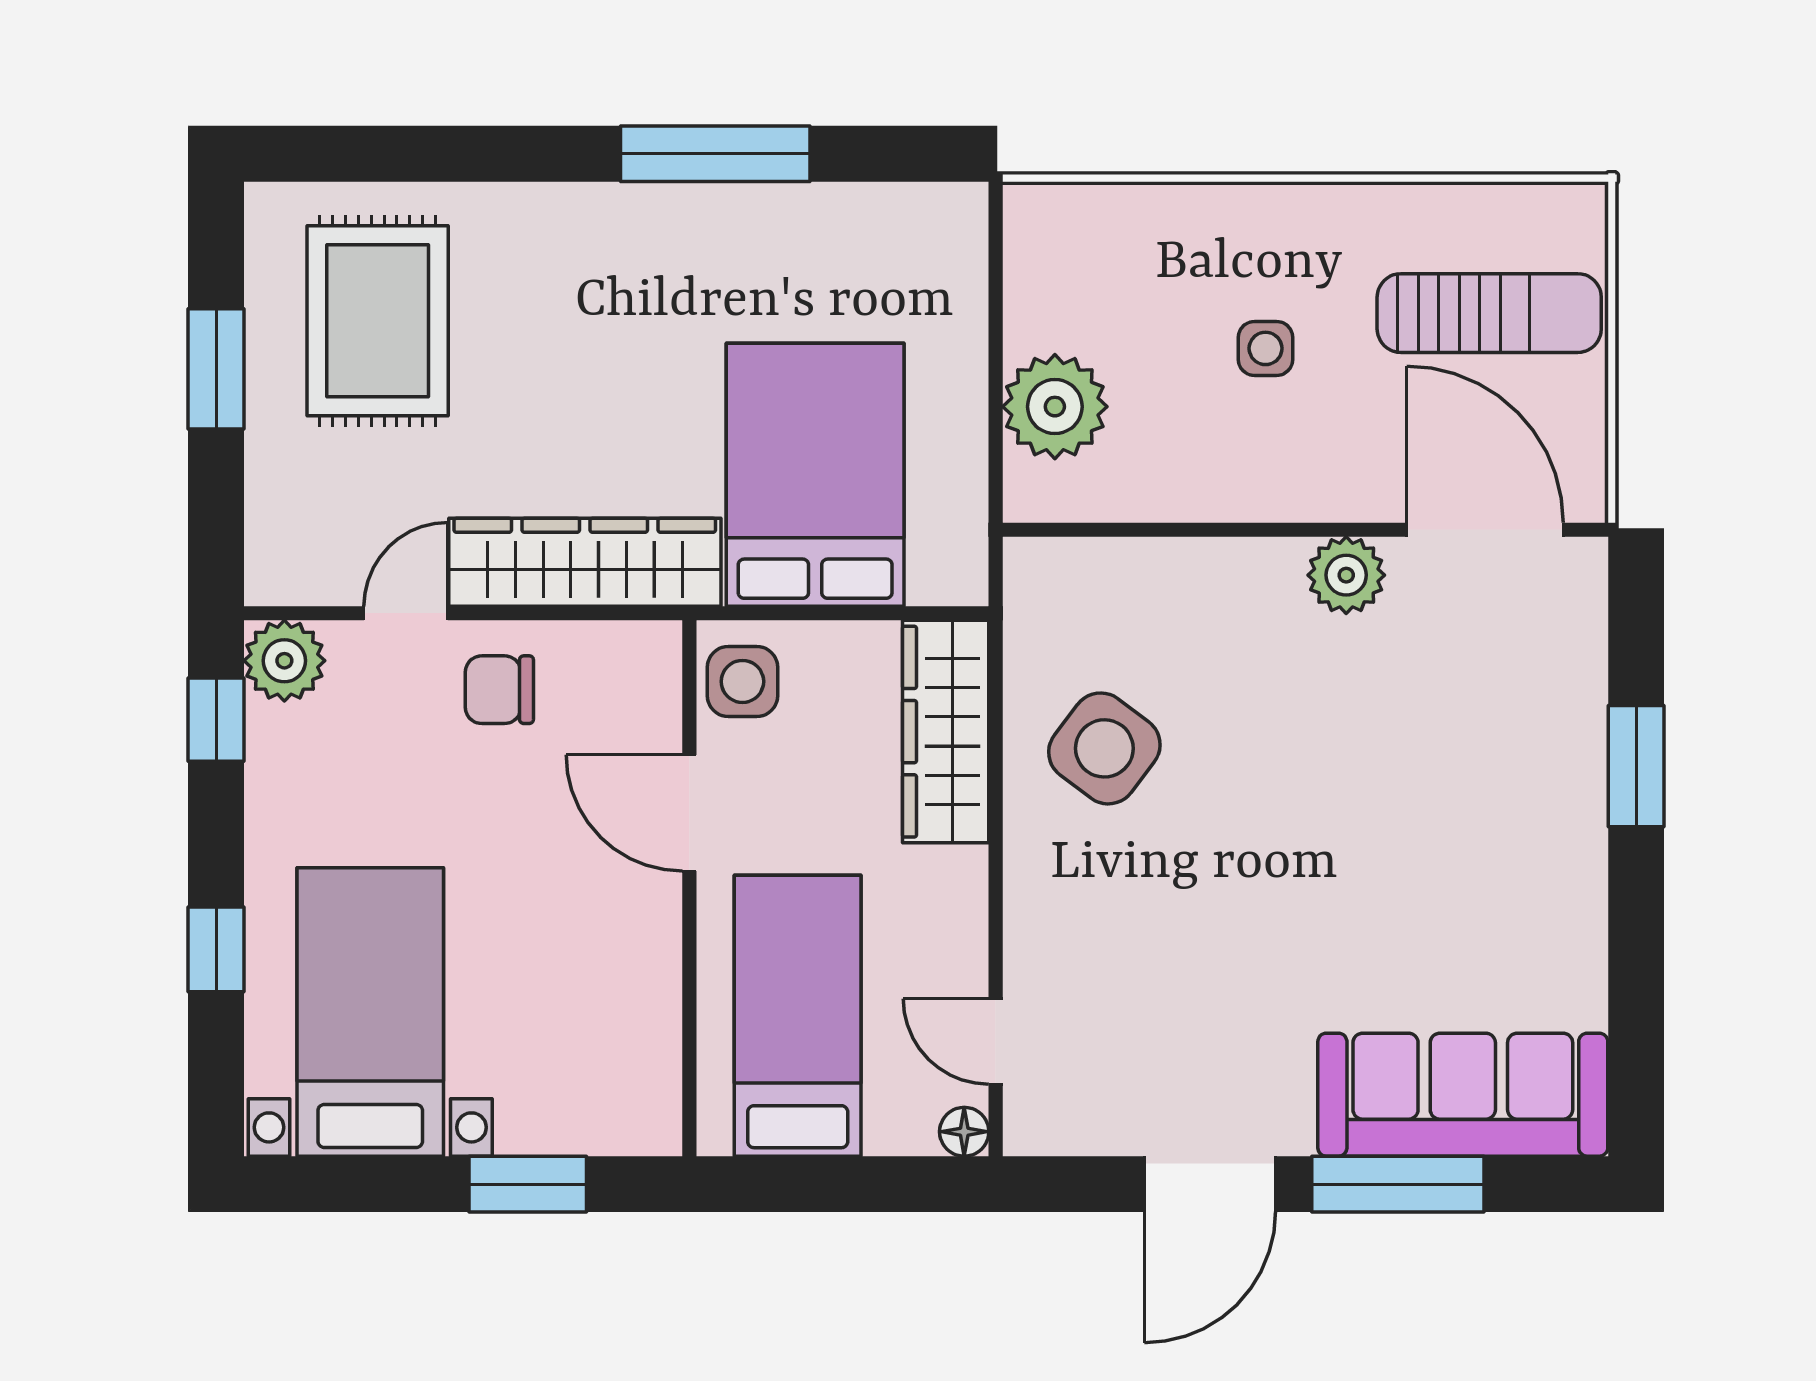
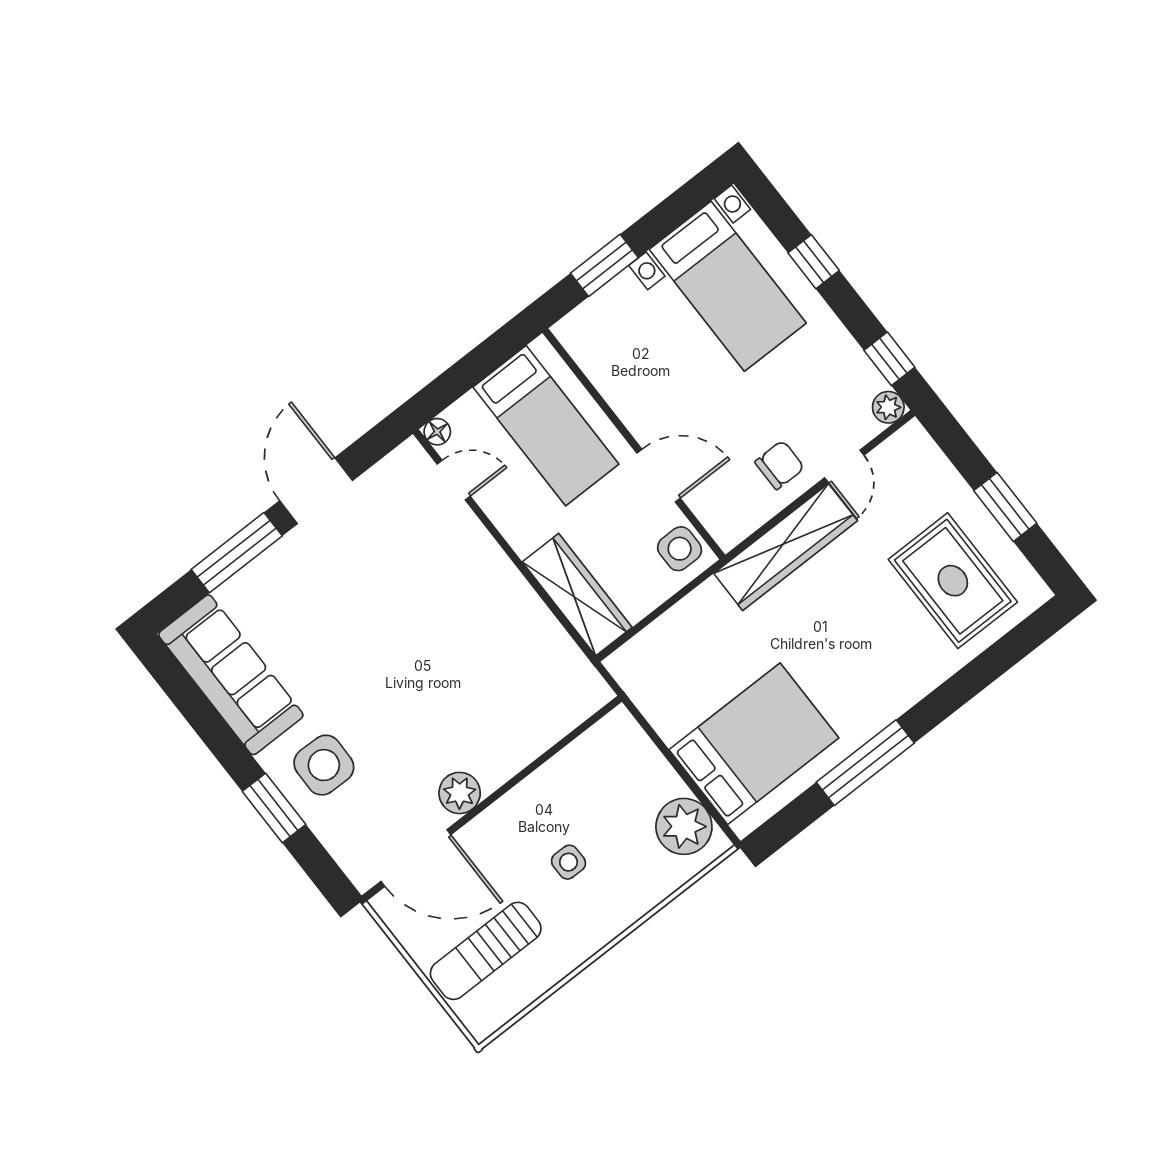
plant: (1055, 407) -> (684, 826), moved
bed: (815, 475) -> (754, 744), moved, turned -90
plant: (284, 661) -> (888, 407), width x0.73, depth x0.73
side table: (1104, 748) -> (324, 765), moved, turned -36
sofa: (1463, 1095) -> (231, 675), moved, turned -90

